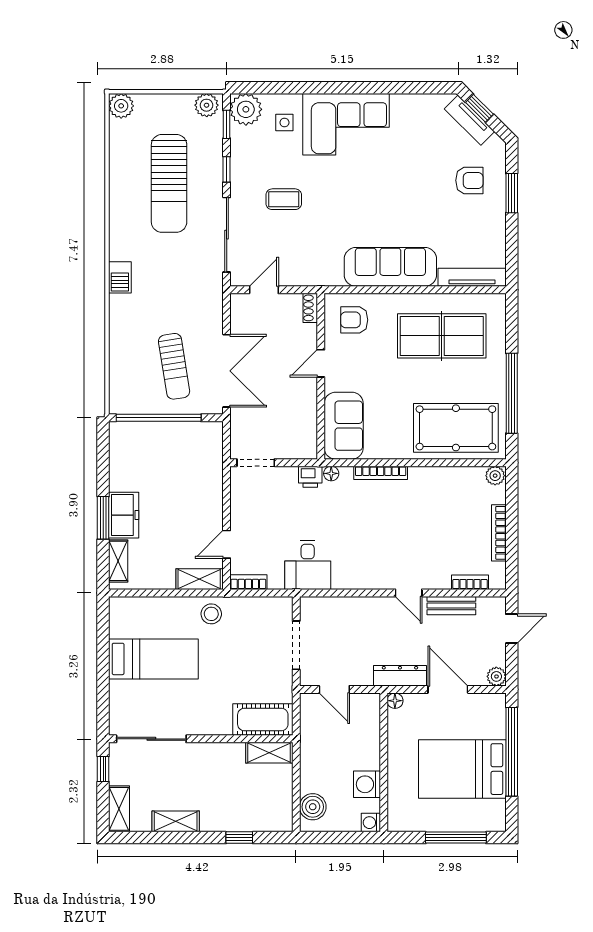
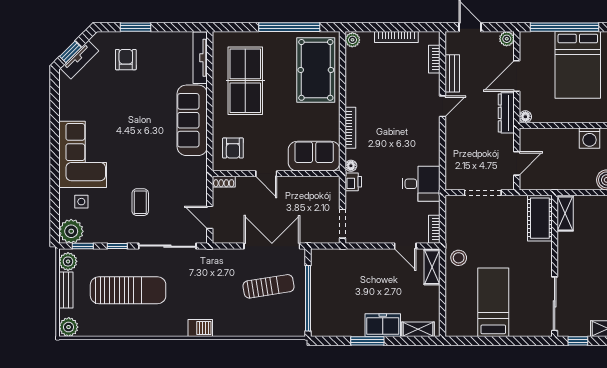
bench: (169, 102) -> (66, 290), added
window: (103, 518) -> (367, 341), moved

